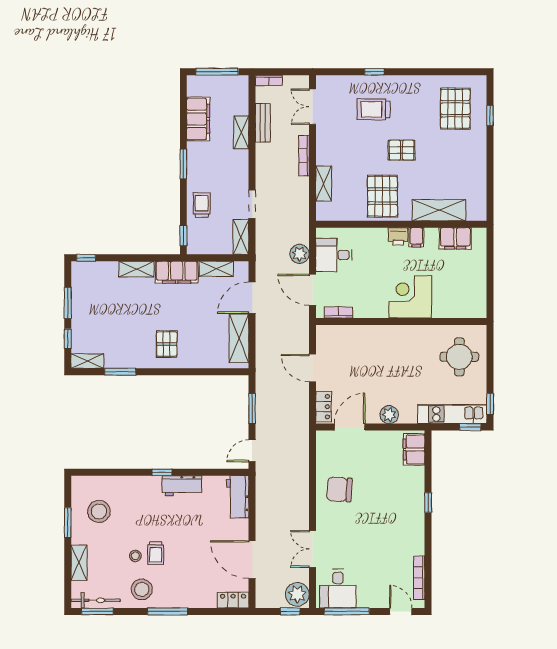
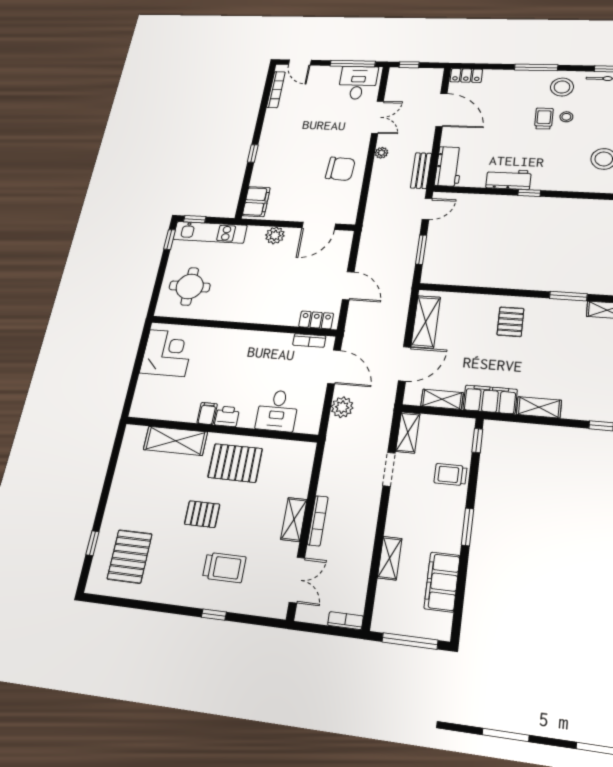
bench: (263, 123) -> (421, 171), moved
shelving: (324, 184) -> (294, 519), moved
pallet: (382, 196) -> (235, 463), turned 90
trolley: (202, 205) -> (450, 475), turned 90
filing cabinet: (455, 238) -> (165, 408), removed
desk: (334, 255) -> (277, 411), moved, turned 90
corner desk: (410, 297) -> (167, 353), moved, turned -90
locker: (324, 407) -> (316, 320), moved, turned 90
plant: (297, 594) -> (381, 153), moved, width x0.53, depth x0.53

